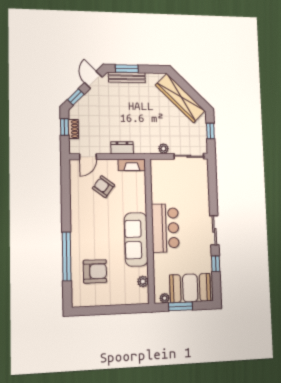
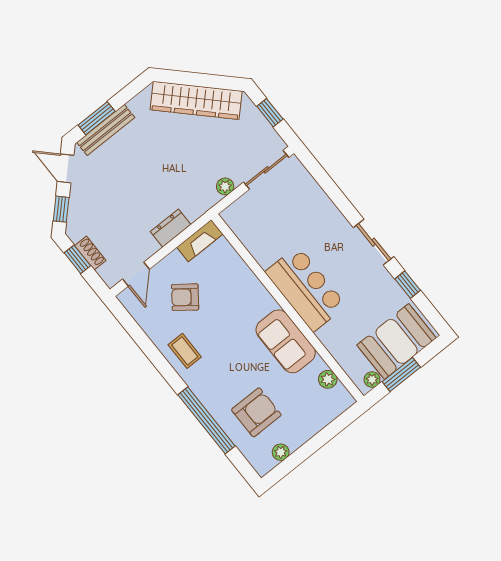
coffee table: (83, 213) -> (185, 351), added
sofa: (136, 239) -> (286, 341), width x0.73
plant: (92, 301) -> (281, 452), added

